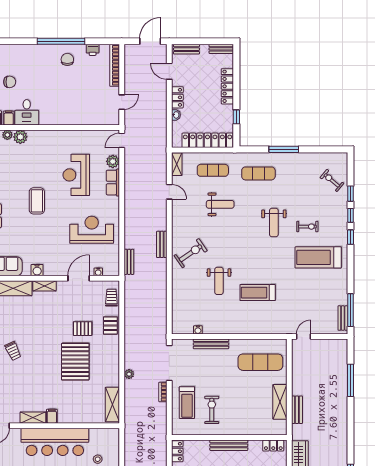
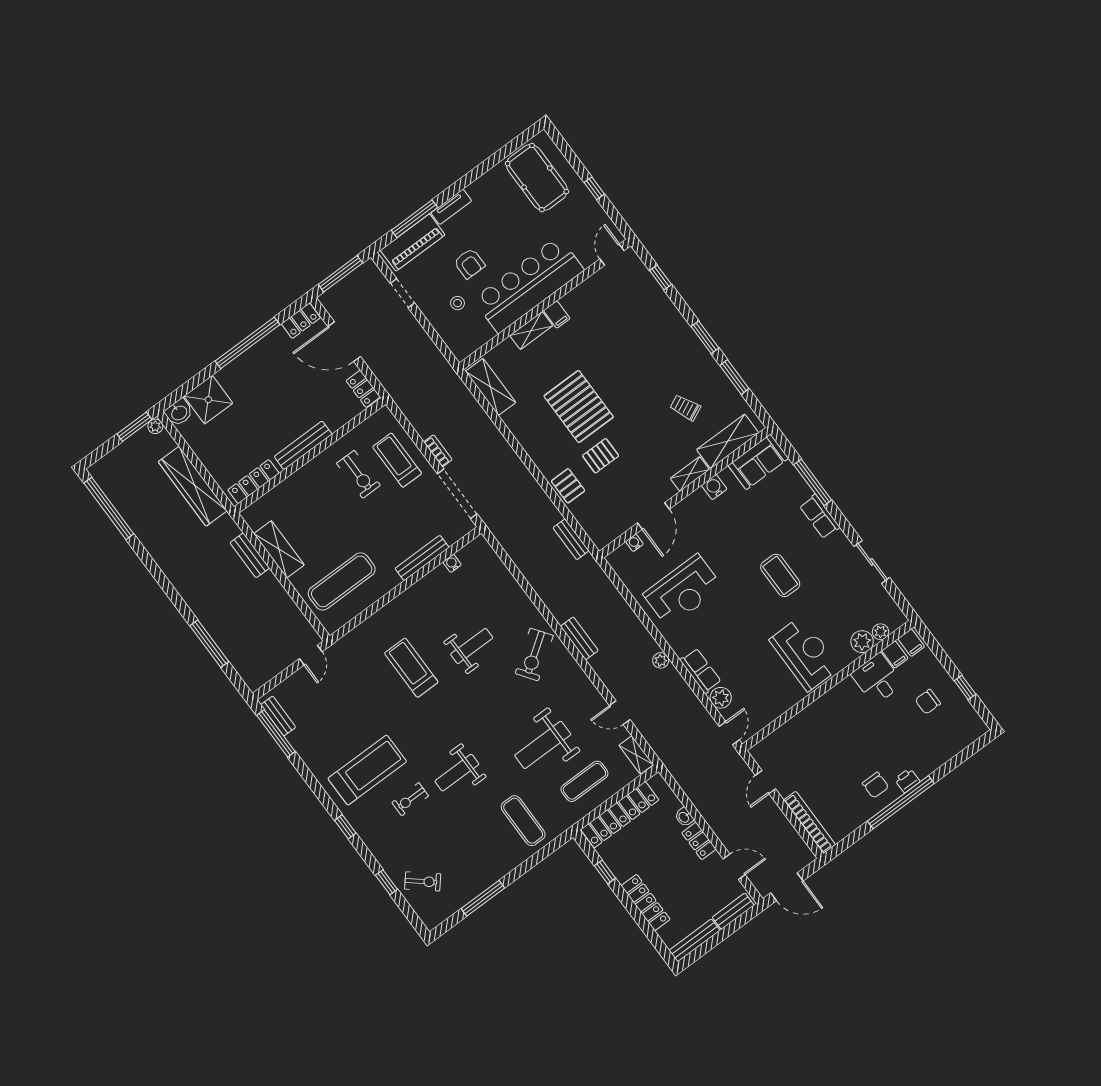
door: (150, 41) -> (787, 887), hinge flipped
bench: (221, 49) -> (695, 940), width x1.36
printer: (93, 50) -> (907, 780), moved
window: (284, 149) -> (483, 898), moved
exercise mat: (258, 173) -> (523, 821), turned 90
reception desk: (76, 175) -> (805, 654), moved
weight bench: (220, 204) -> (543, 745), width x1.36, depth x1.33
window: (350, 215) -> (366, 854), removed
weight bench: (274, 223) -> (457, 773), turned -90
bench: (129, 262) -> (571, 539), moved
weight bench: (219, 281) -> (472, 646), turned 90
treadmill: (258, 293) -> (411, 668), turned -90
trolley: (111, 298) -> (593, 523), removed
trolley: (13, 351) -> (685, 408), moved
plant: (129, 374) -> (661, 660), moved
shelving: (33, 418) -> (531, 331), moved
locker: (273, 446) -> (253, 482), width x1.53

